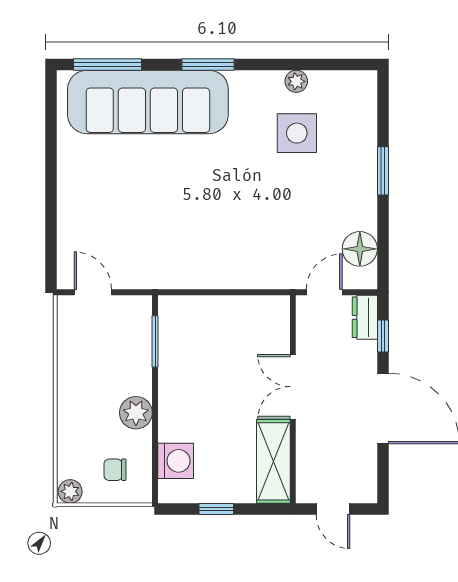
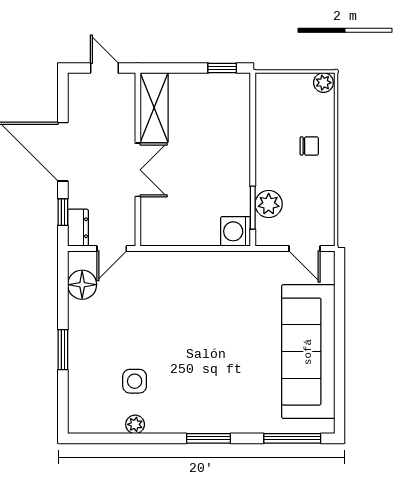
sofa: (148, 102) -> (308, 352), moved, turned -90
side table: (297, 133) -> (135, 381), width x0.73, depth x0.73
plant: (136, 413) -> (269, 204), moved
washing machine: (176, 461) -> (236, 231), moved
chair: (115, 470) -> (309, 146), moved
window: (216, 509) -> (222, 68), moved

